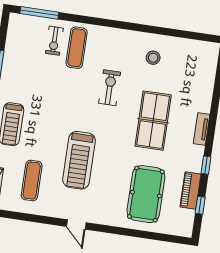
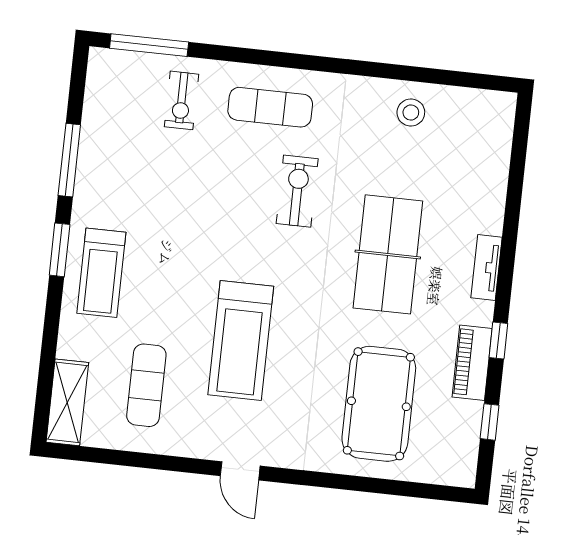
exercise mat: (77, 48) -> (270, 107), moved, turned 90
stool: (153, 58) -> (411, 113), moved
piano: (191, 190) -> (472, 363), moved

